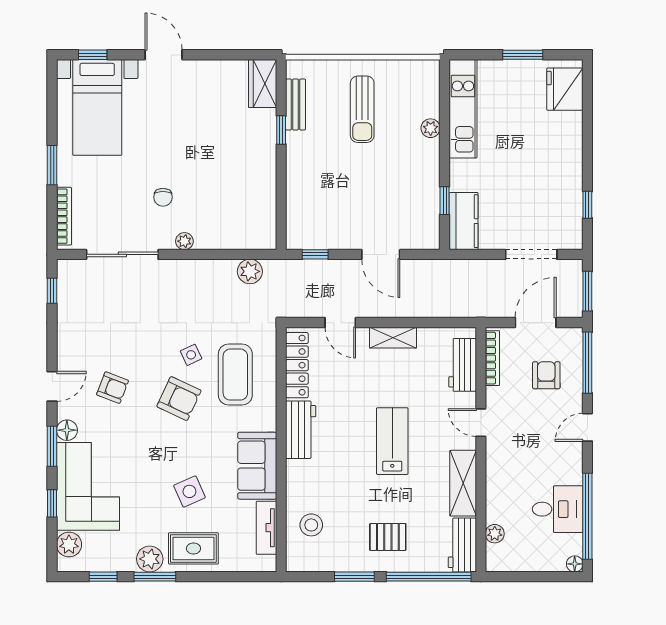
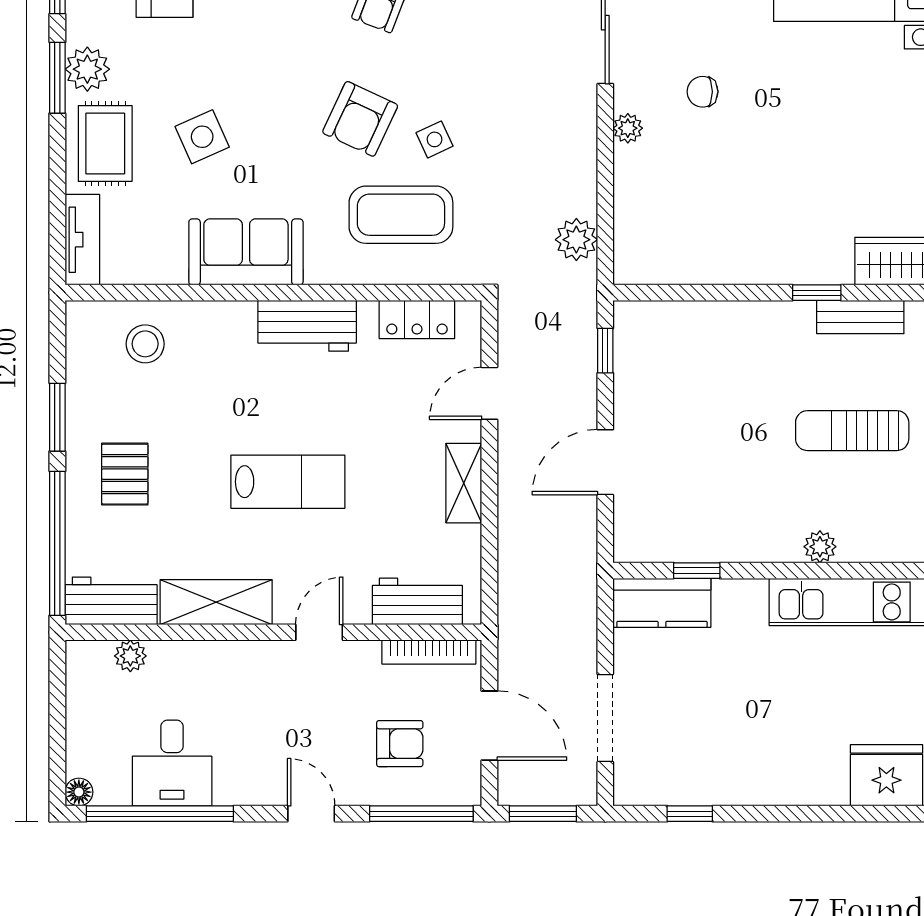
locker: (297, 365) -> (417, 319), width x0.66
tv unit: (266, 528) -> (82, 240), moved, turned 90

